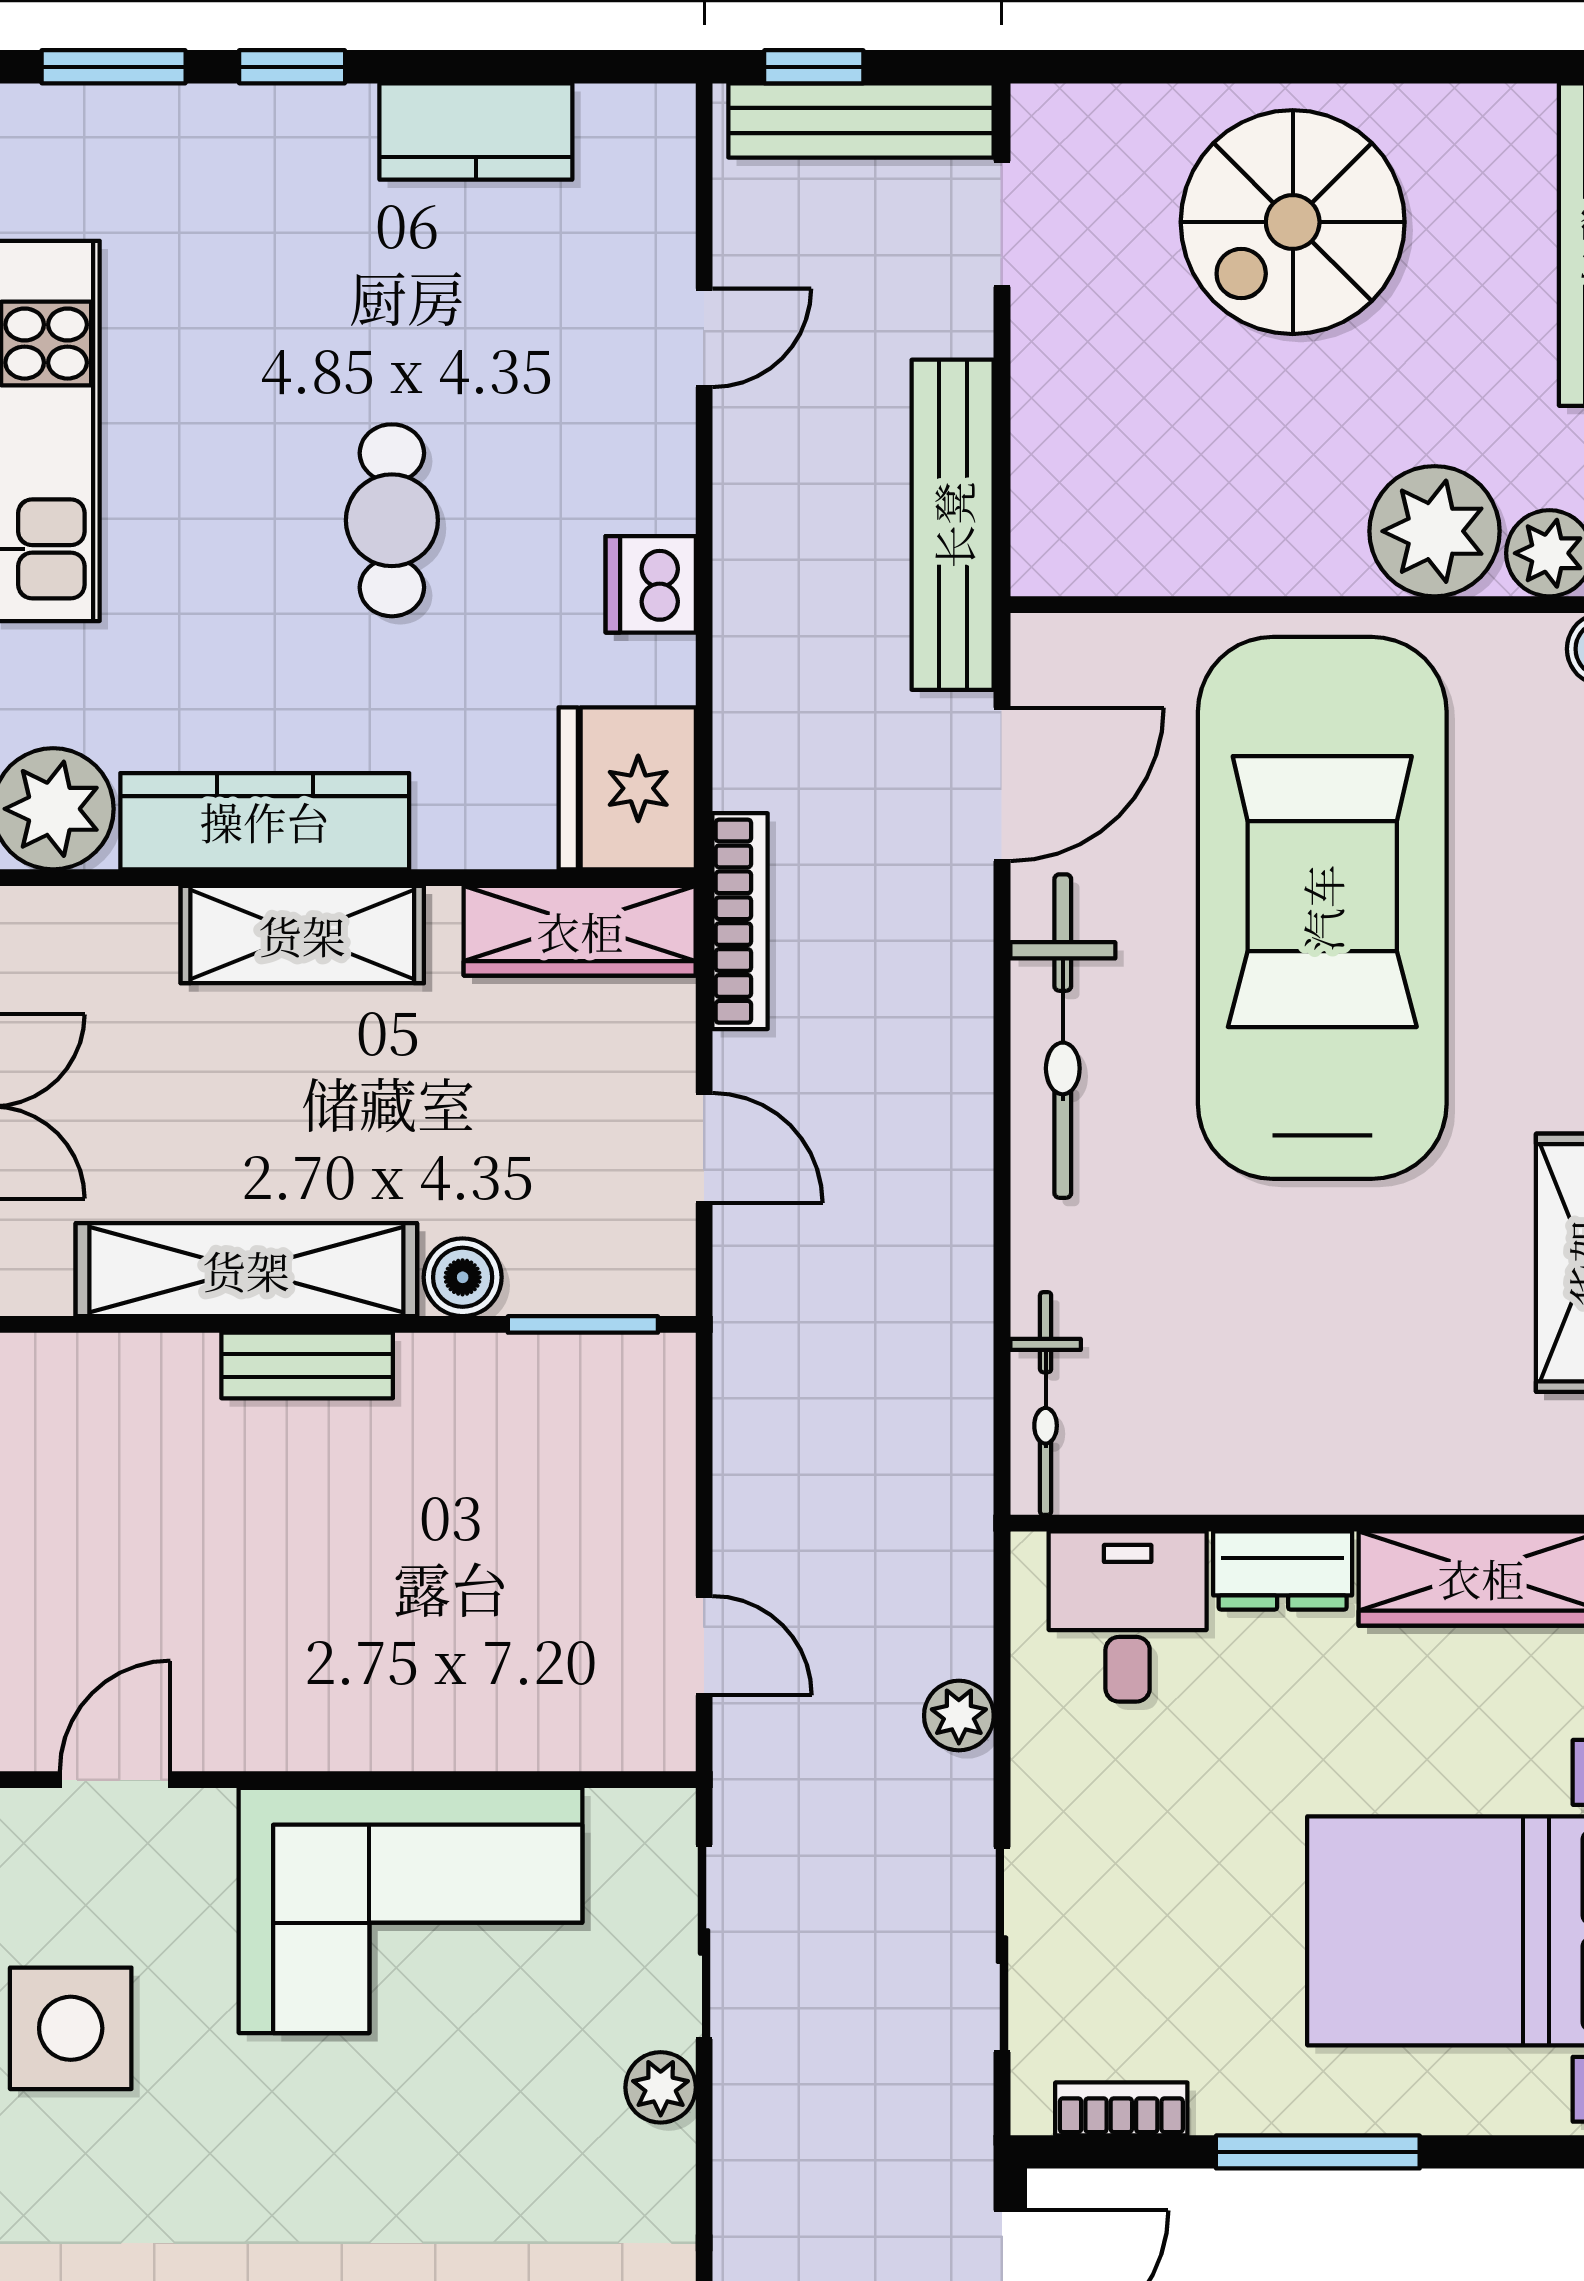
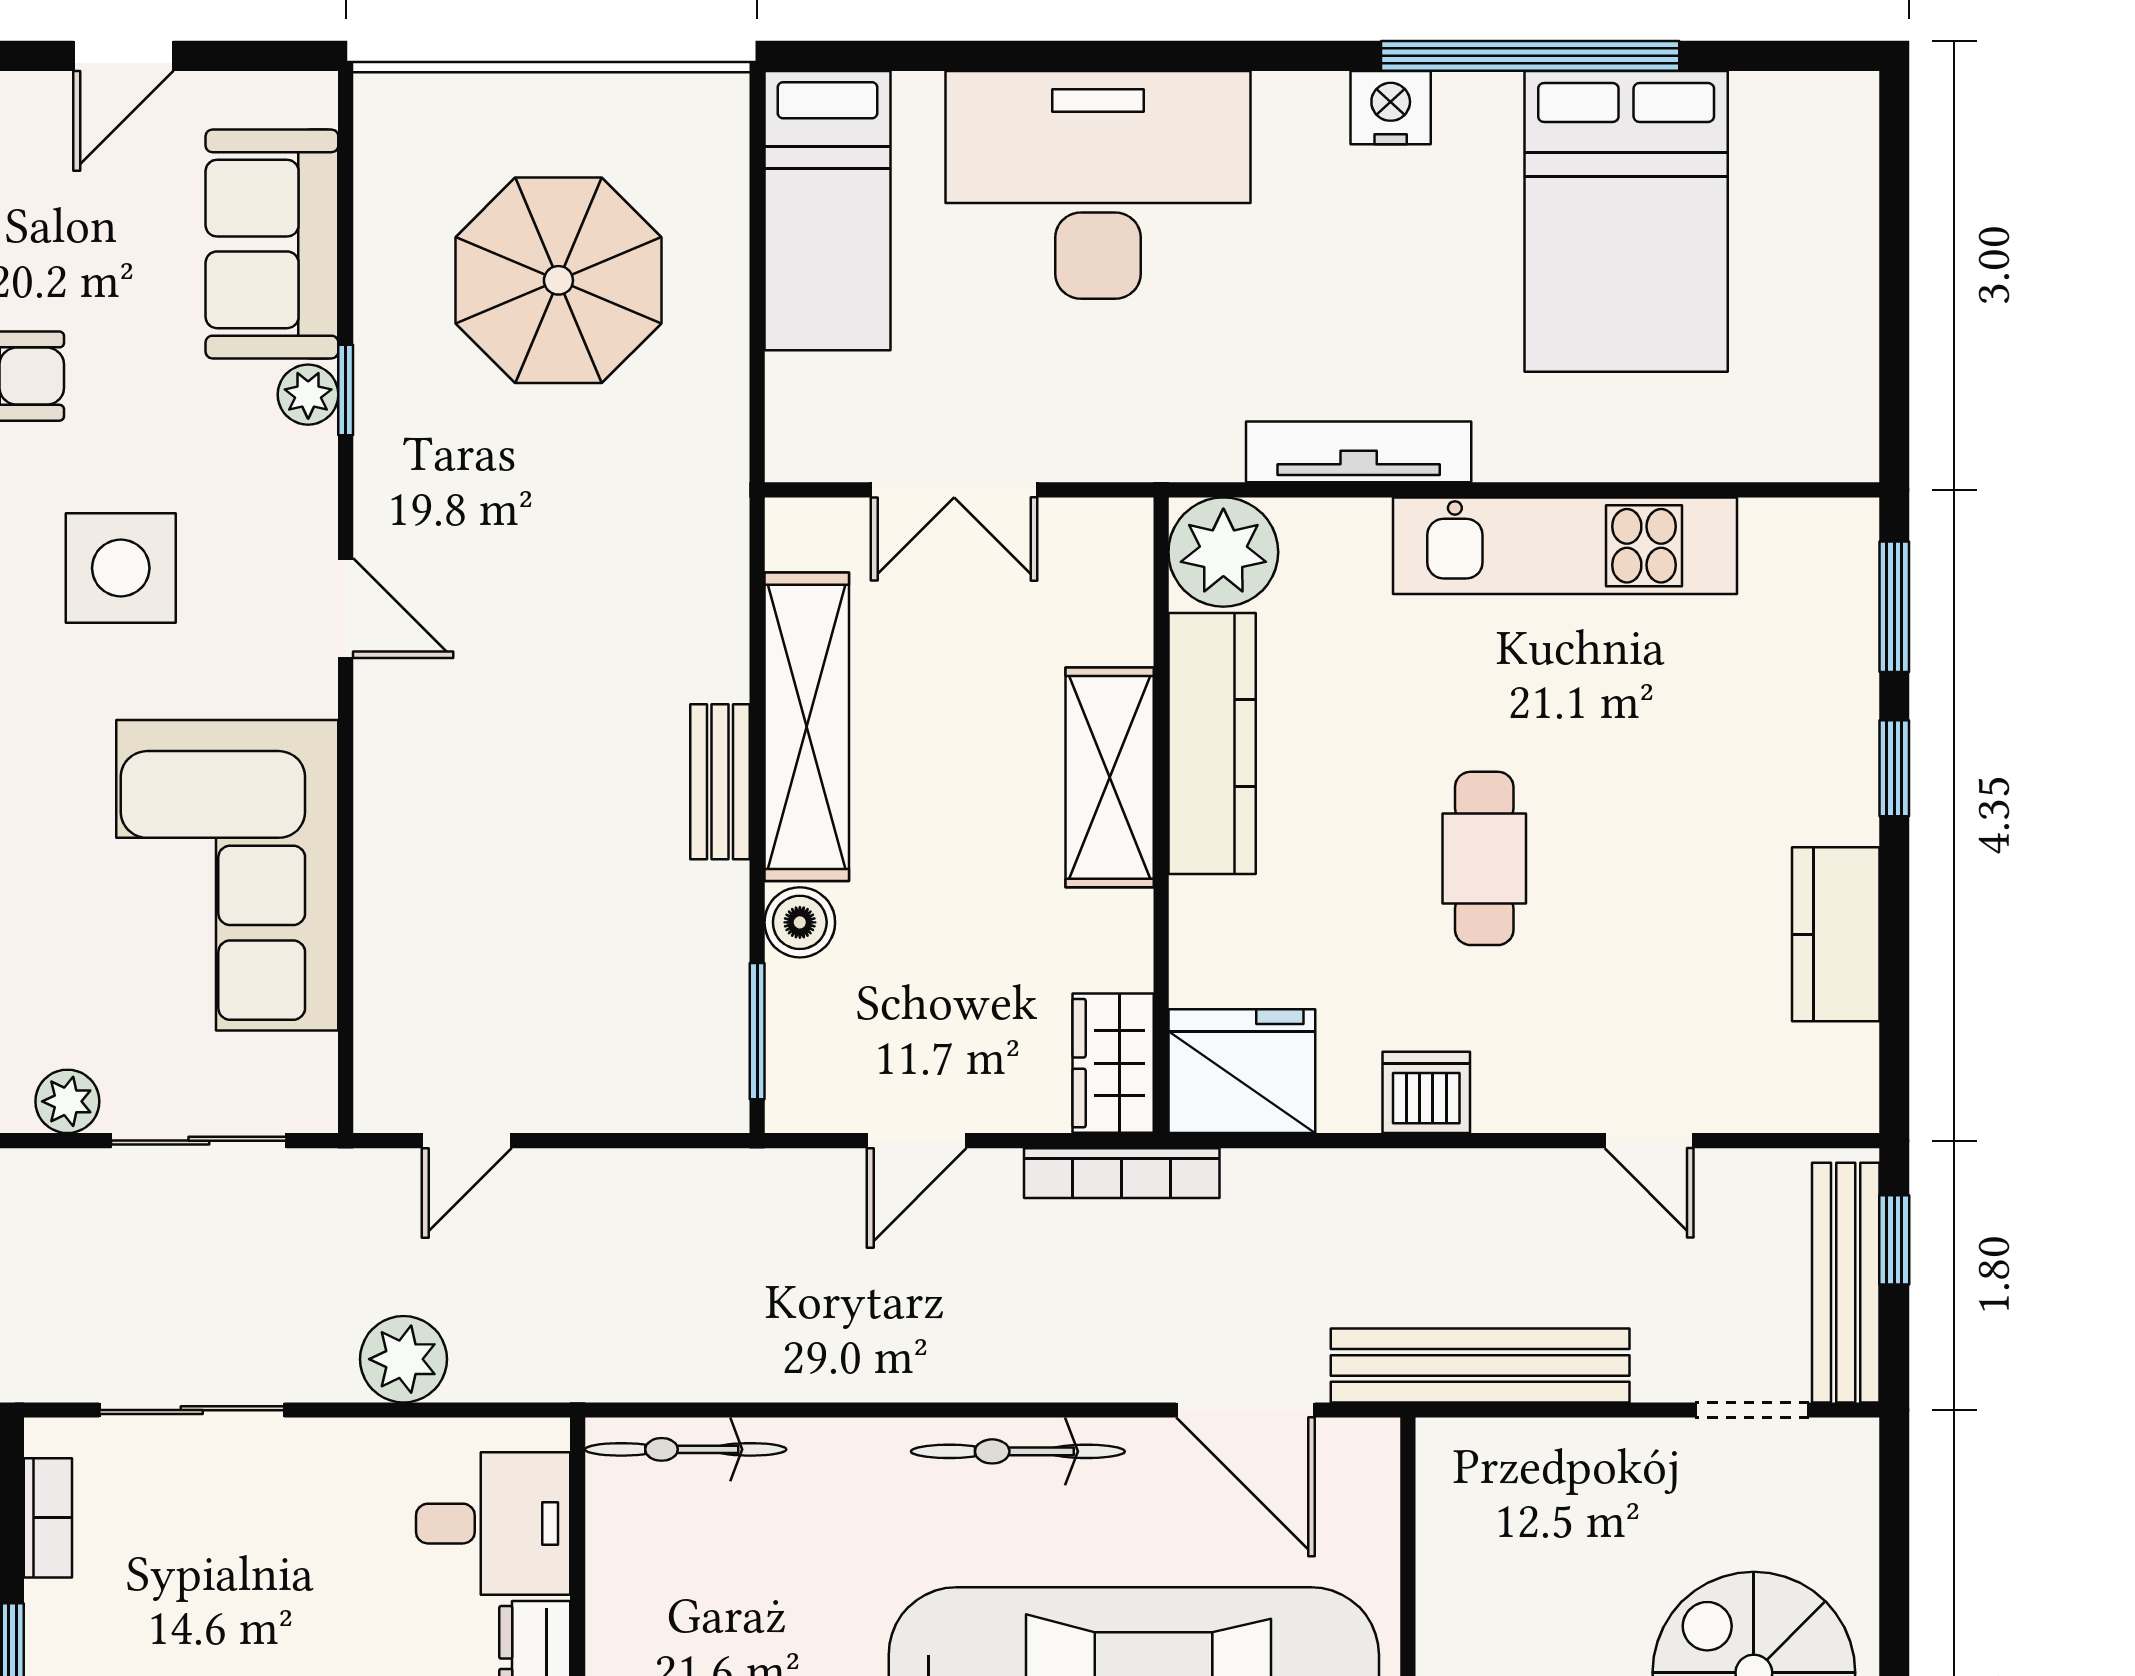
cafe table: (392, 520) -> (1484, 858), turned 90
wardrobe: (580, 931) -> (1113, 1063), width x0.67
bicycle: (1063, 1036) -> (1018, 1451), width x0.73, depth x0.71
plant: (959, 1716) -> (404, 1359), width x1.38, depth x1.38

